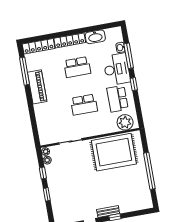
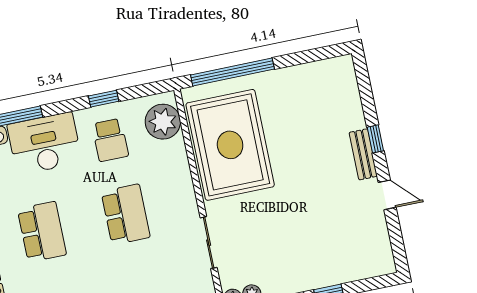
window: (134, 84) -> (104, 99), moved
school desk: (117, 99) -> (110, 140), width x0.54
window: (149, 171) -> (232, 72), moved

